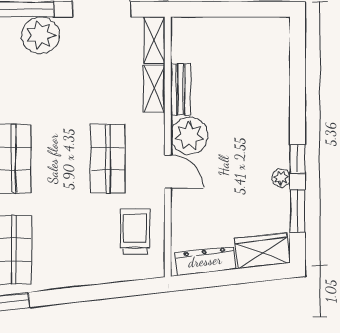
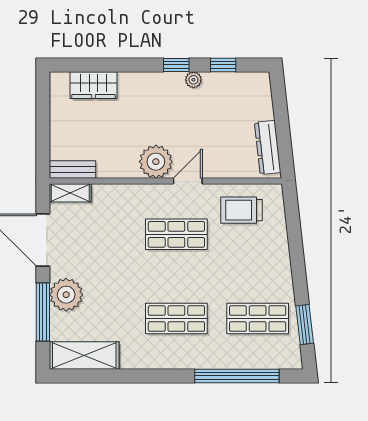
shelving: (154, 89) -> (114, 193), removed
bench: (181, 89) -> (73, 170), moved
window: (298, 211) -> (223, 65), width x0.67
wardrobe: (262, 251) -> (93, 85), moved, turned -84

